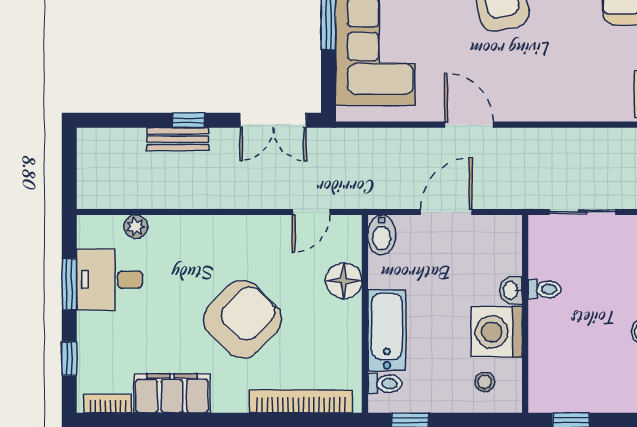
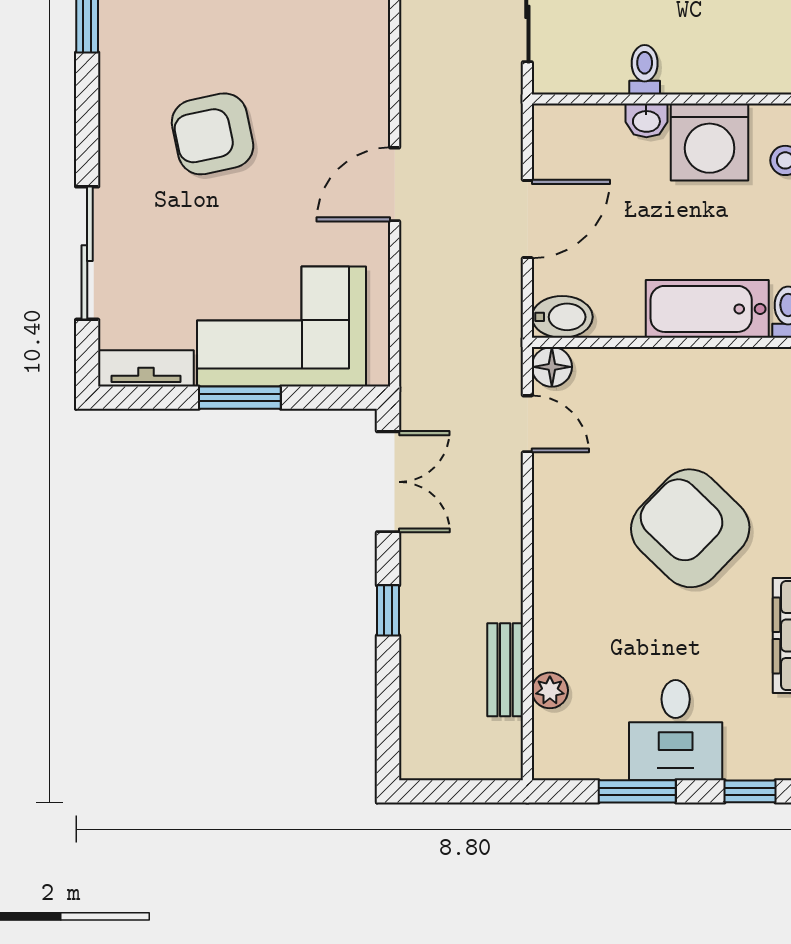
bench: (178, 139) -> (505, 670), moved
door: (446, 212) -> (527, 219), swing flipped
desk: (110, 280) -> (676, 730), moved
floor lamp: (344, 281) -> (552, 367), moved, width x0.73, depth x0.73

